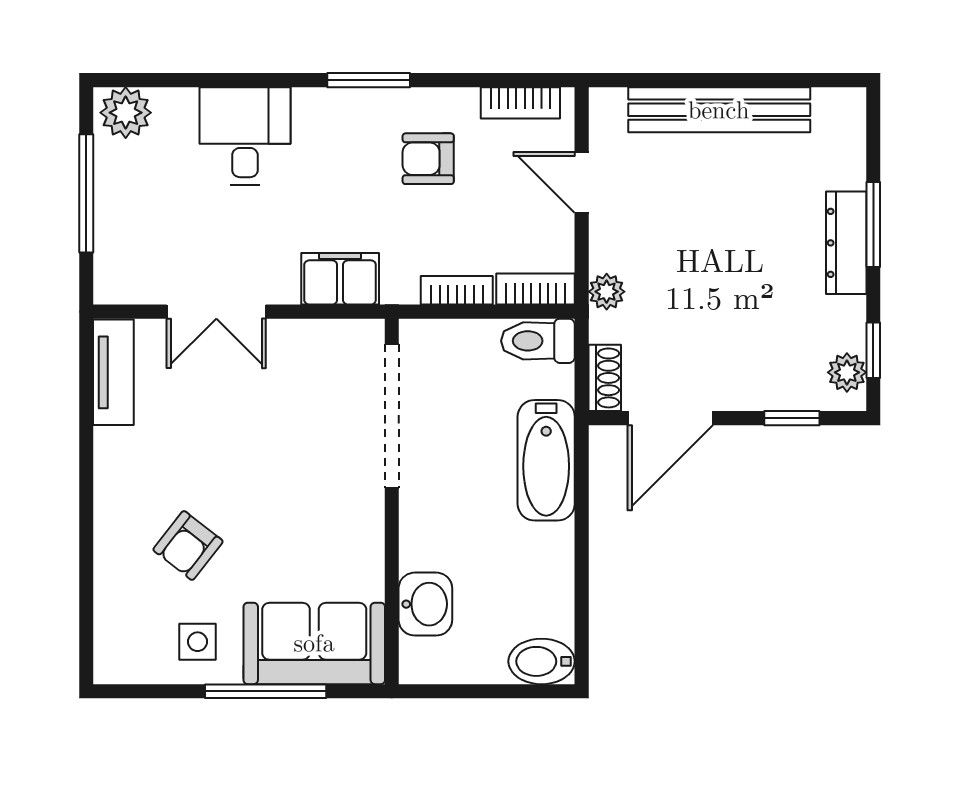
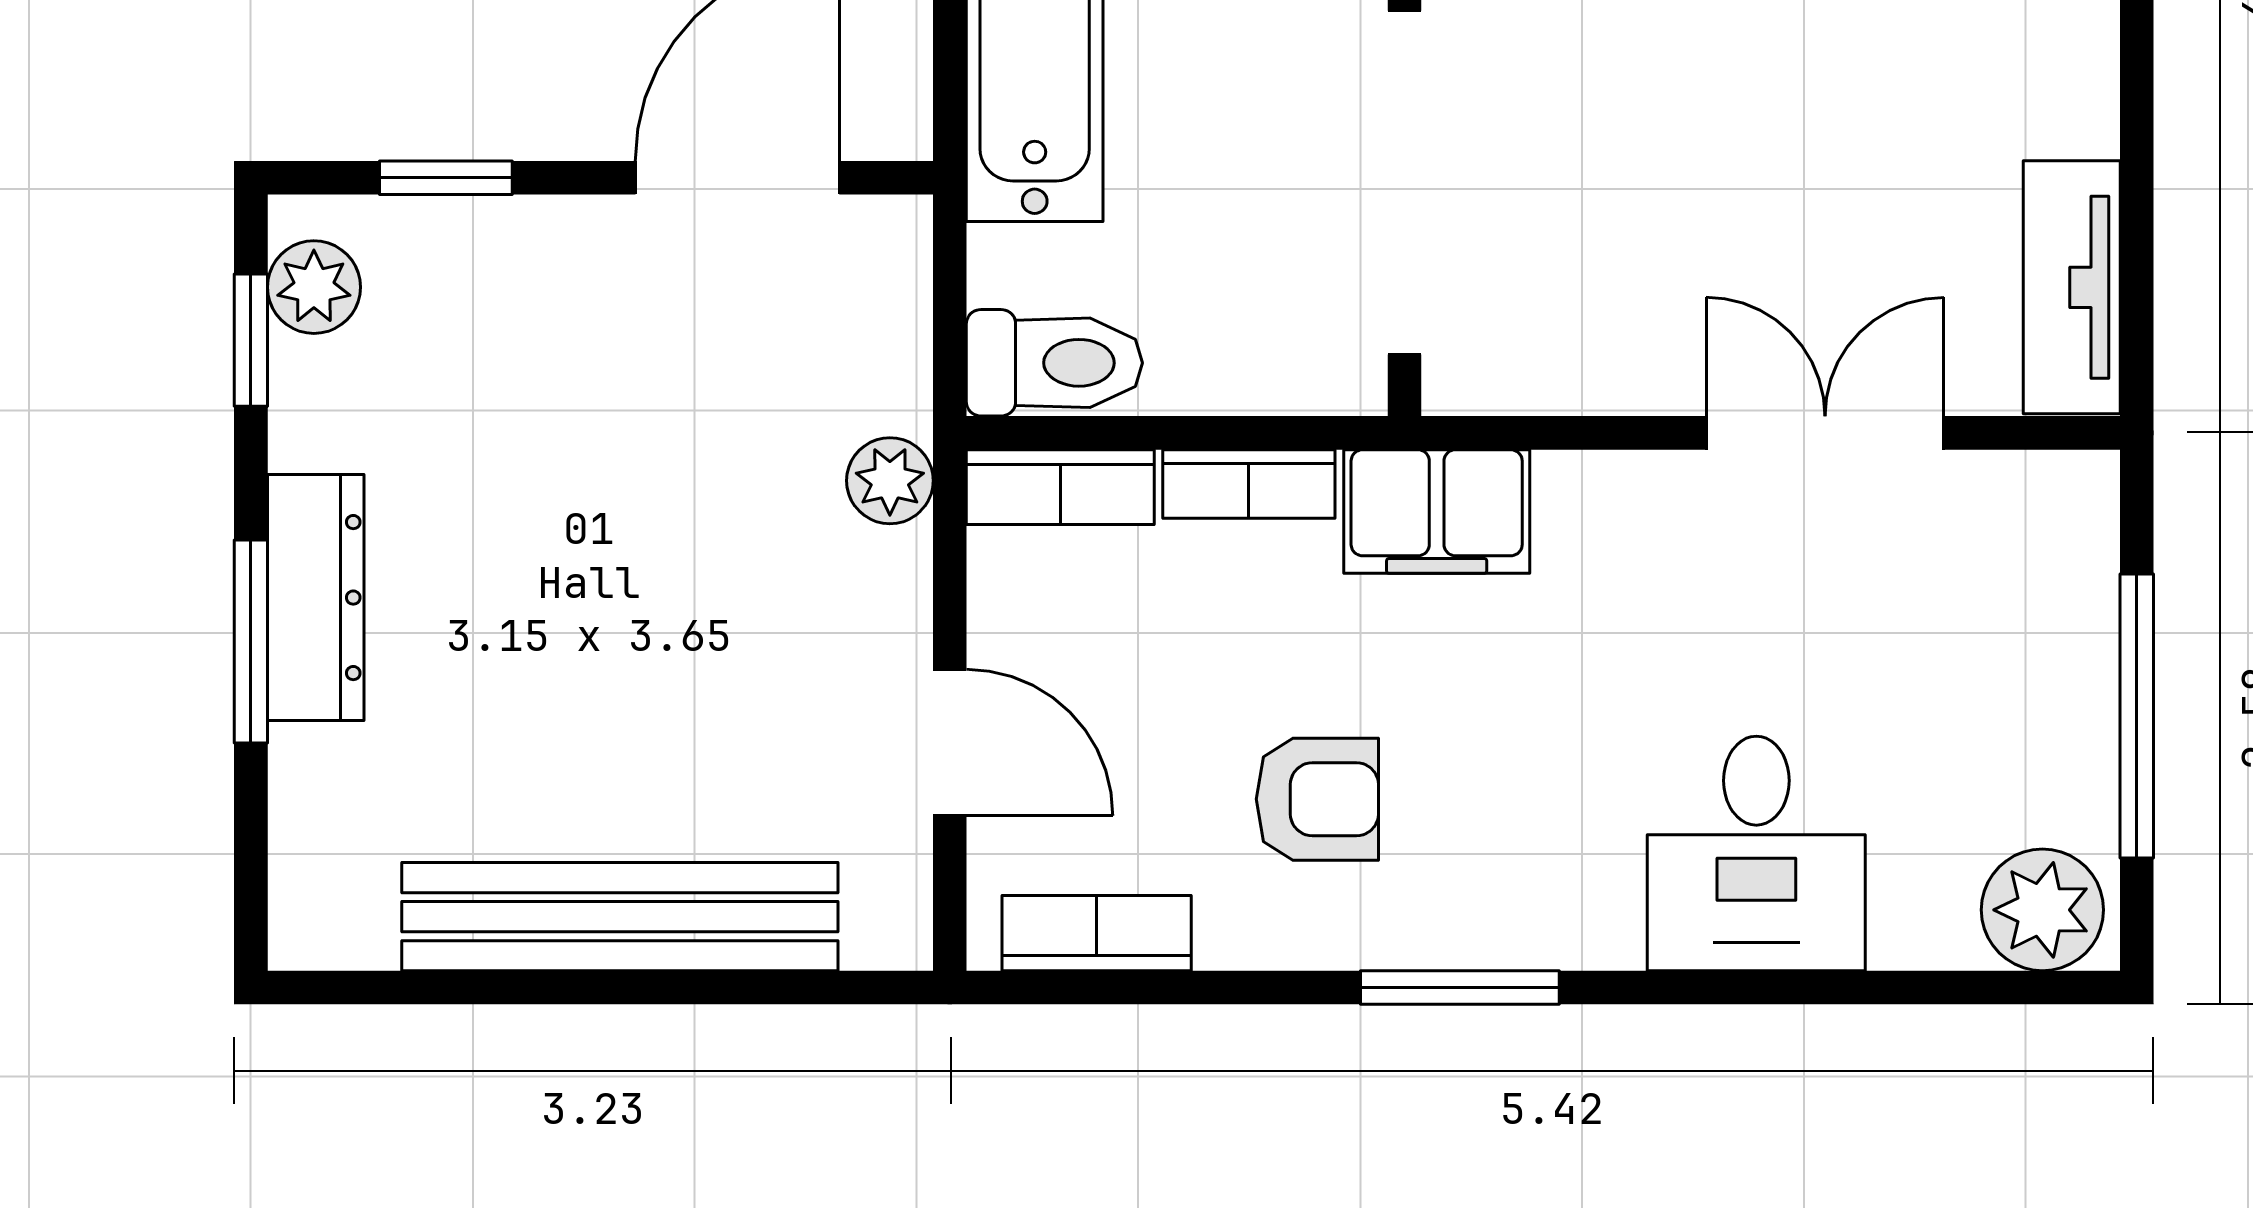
filing cabinet: (340, 279) -> (1437, 511), moved
shoe rack: (605, 378) -> (894, 274), removed

